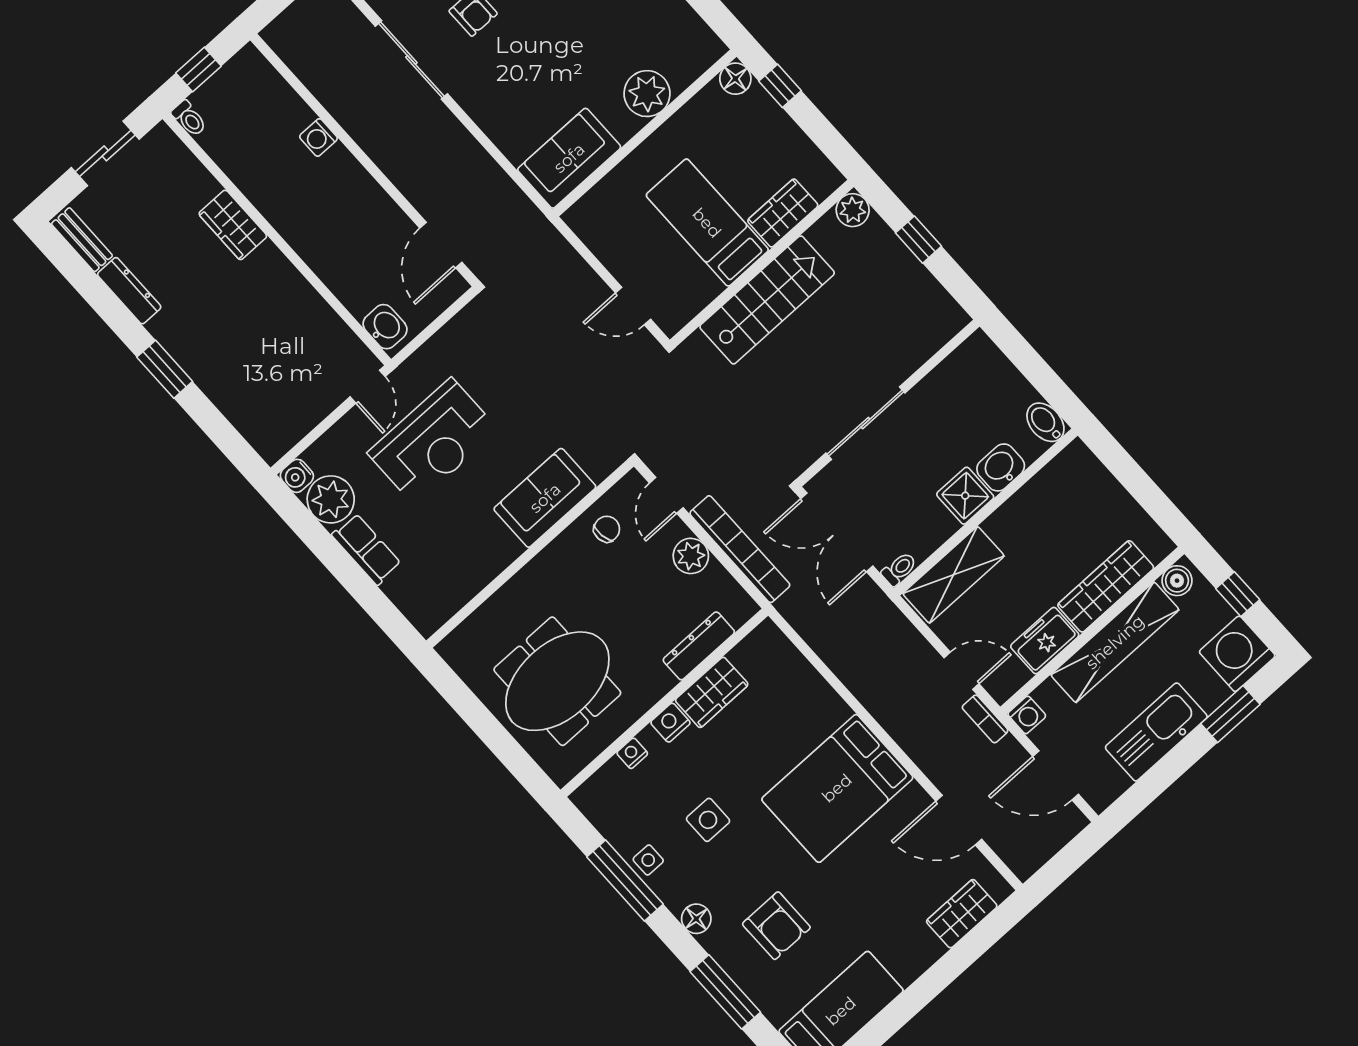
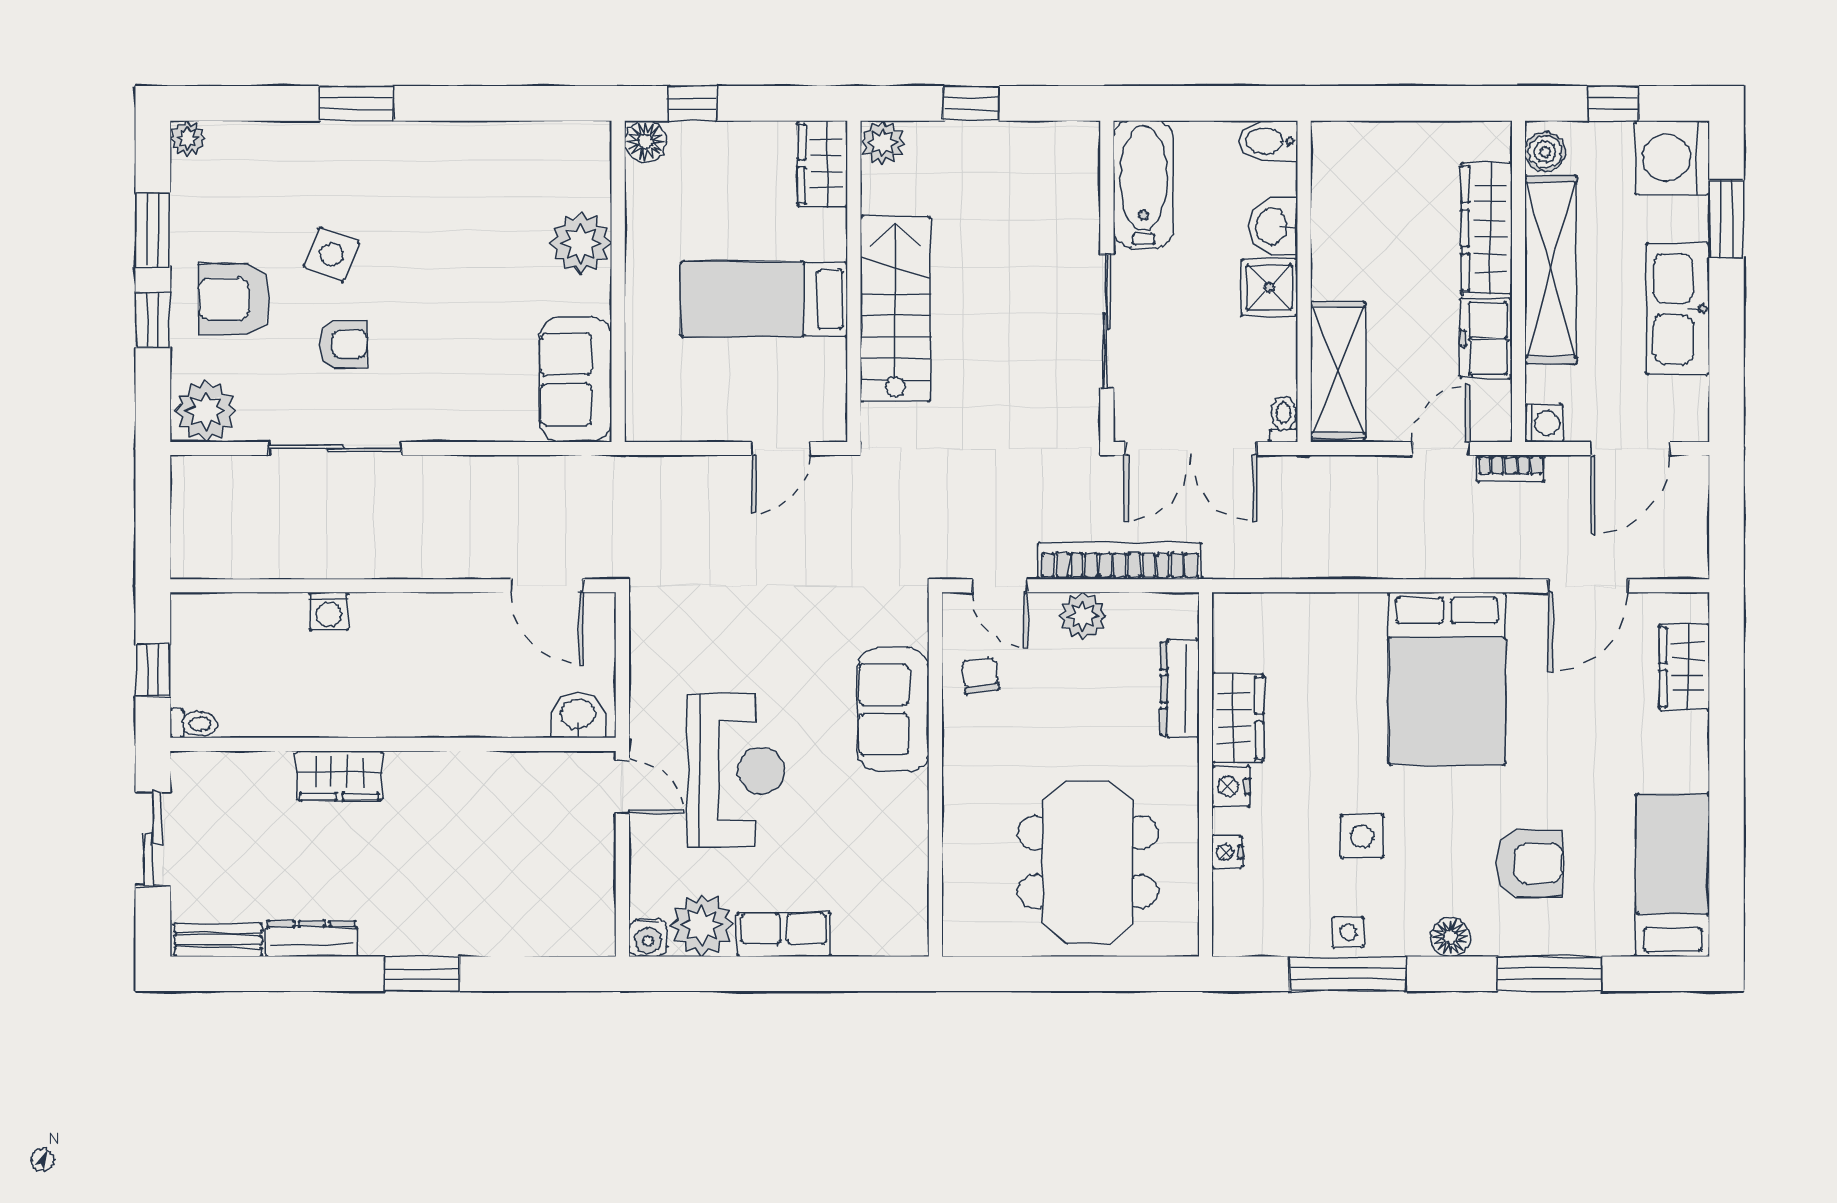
wardrobe: (783, 213) -> (822, 164), moved
bathtub: (959, 375) -> (1143, 184), added

